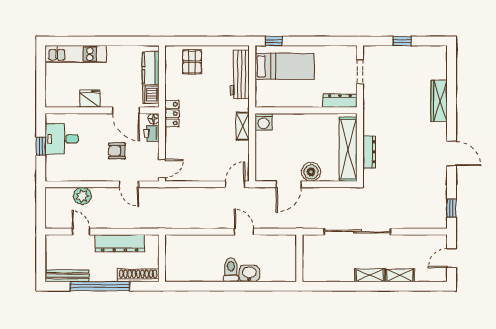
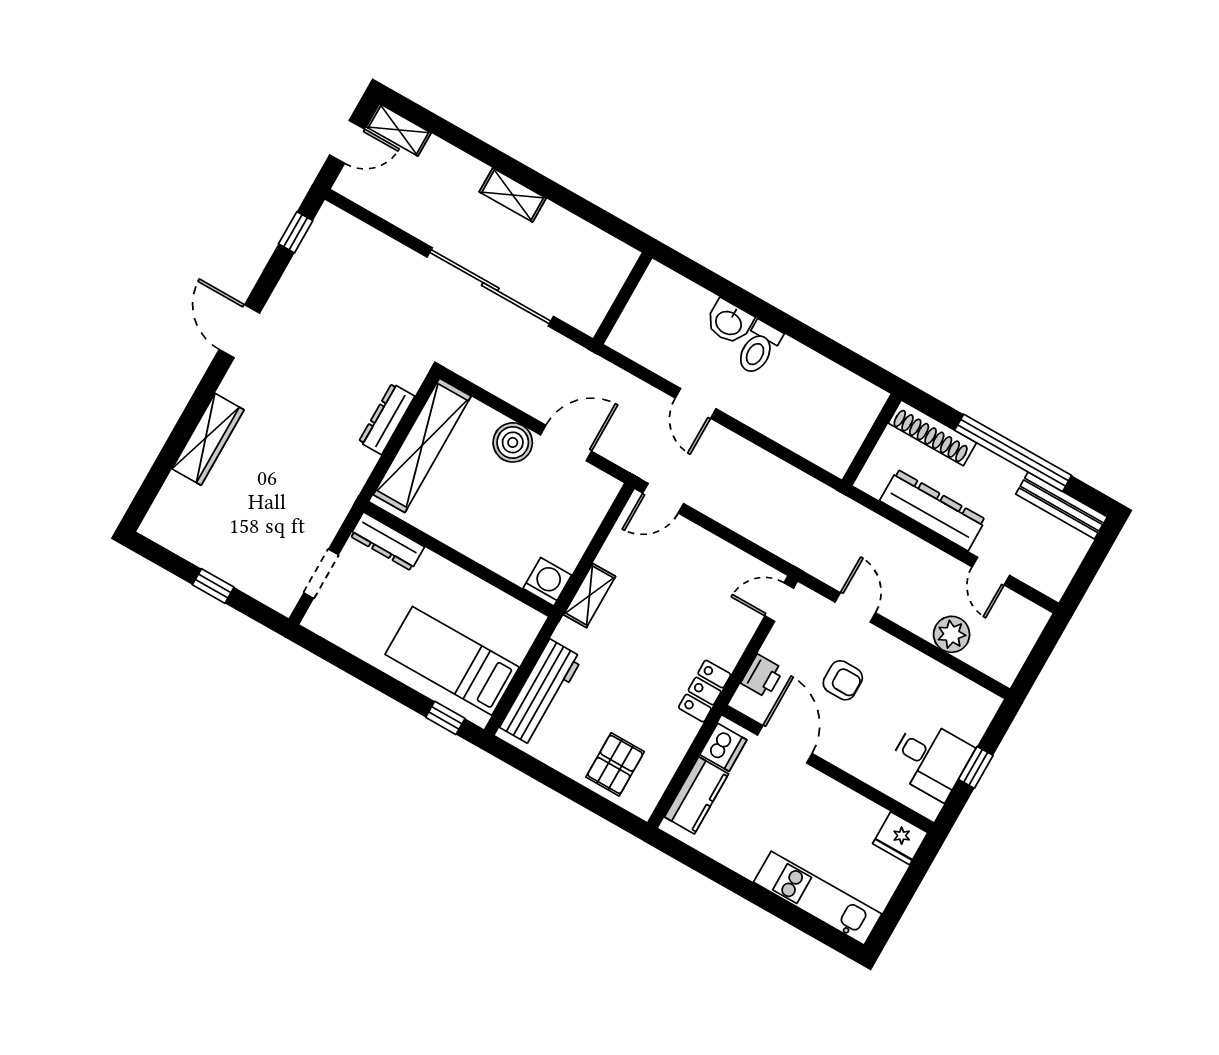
fridge: (90, 99) -> (900, 838), moved
floor lamp: (154, 119) -> (743, 701), removed
shelving: (400, 275) -> (399, 130), moved

